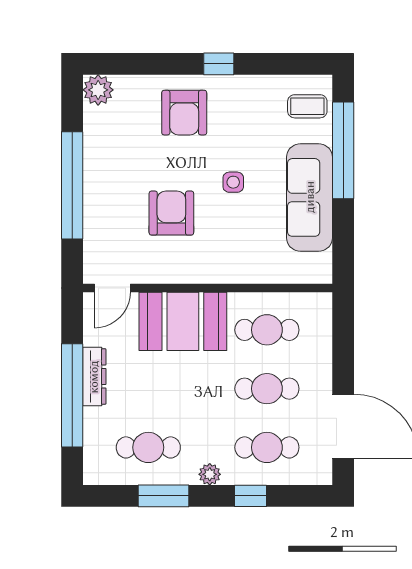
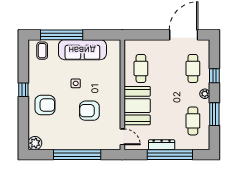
cafe table: (267, 389) -> (167, 68), removed

